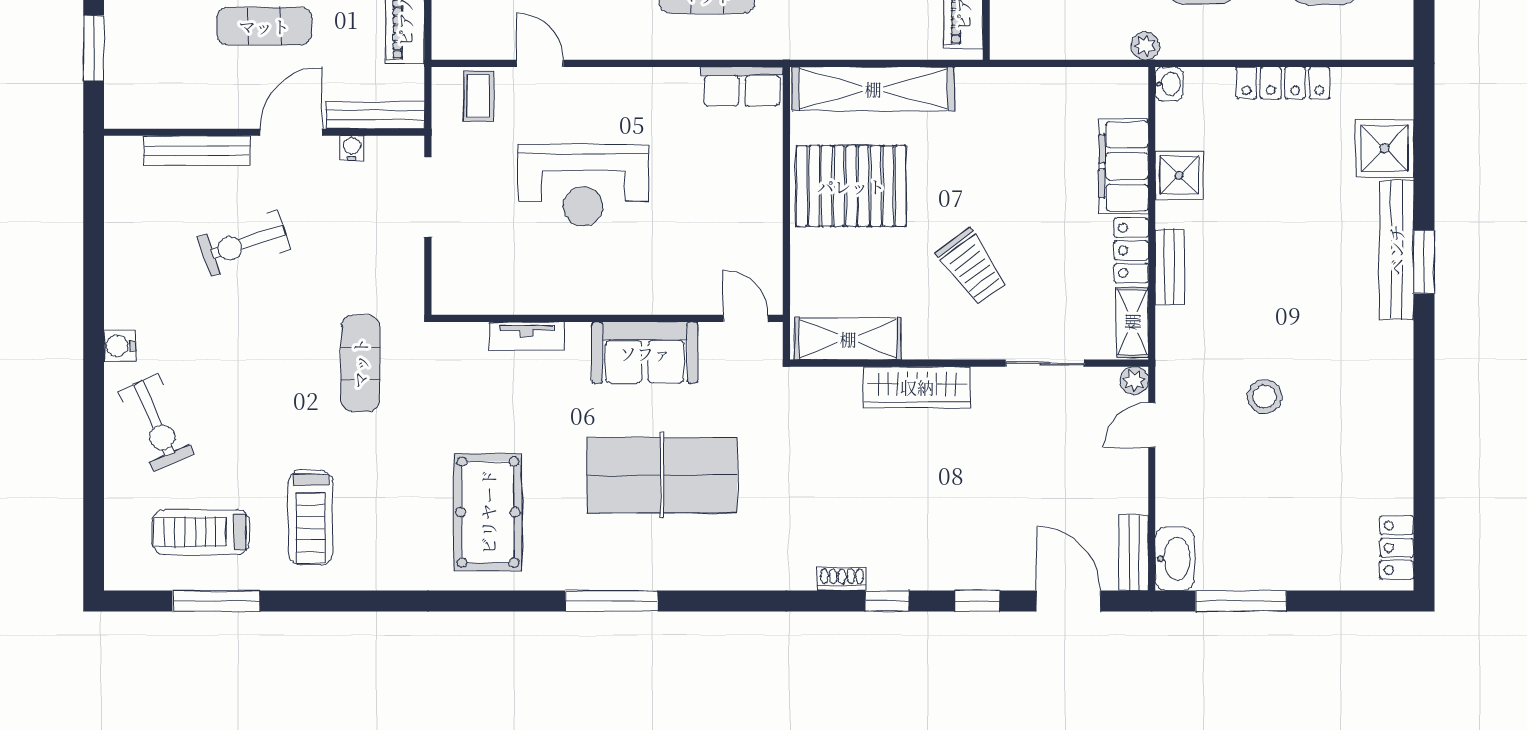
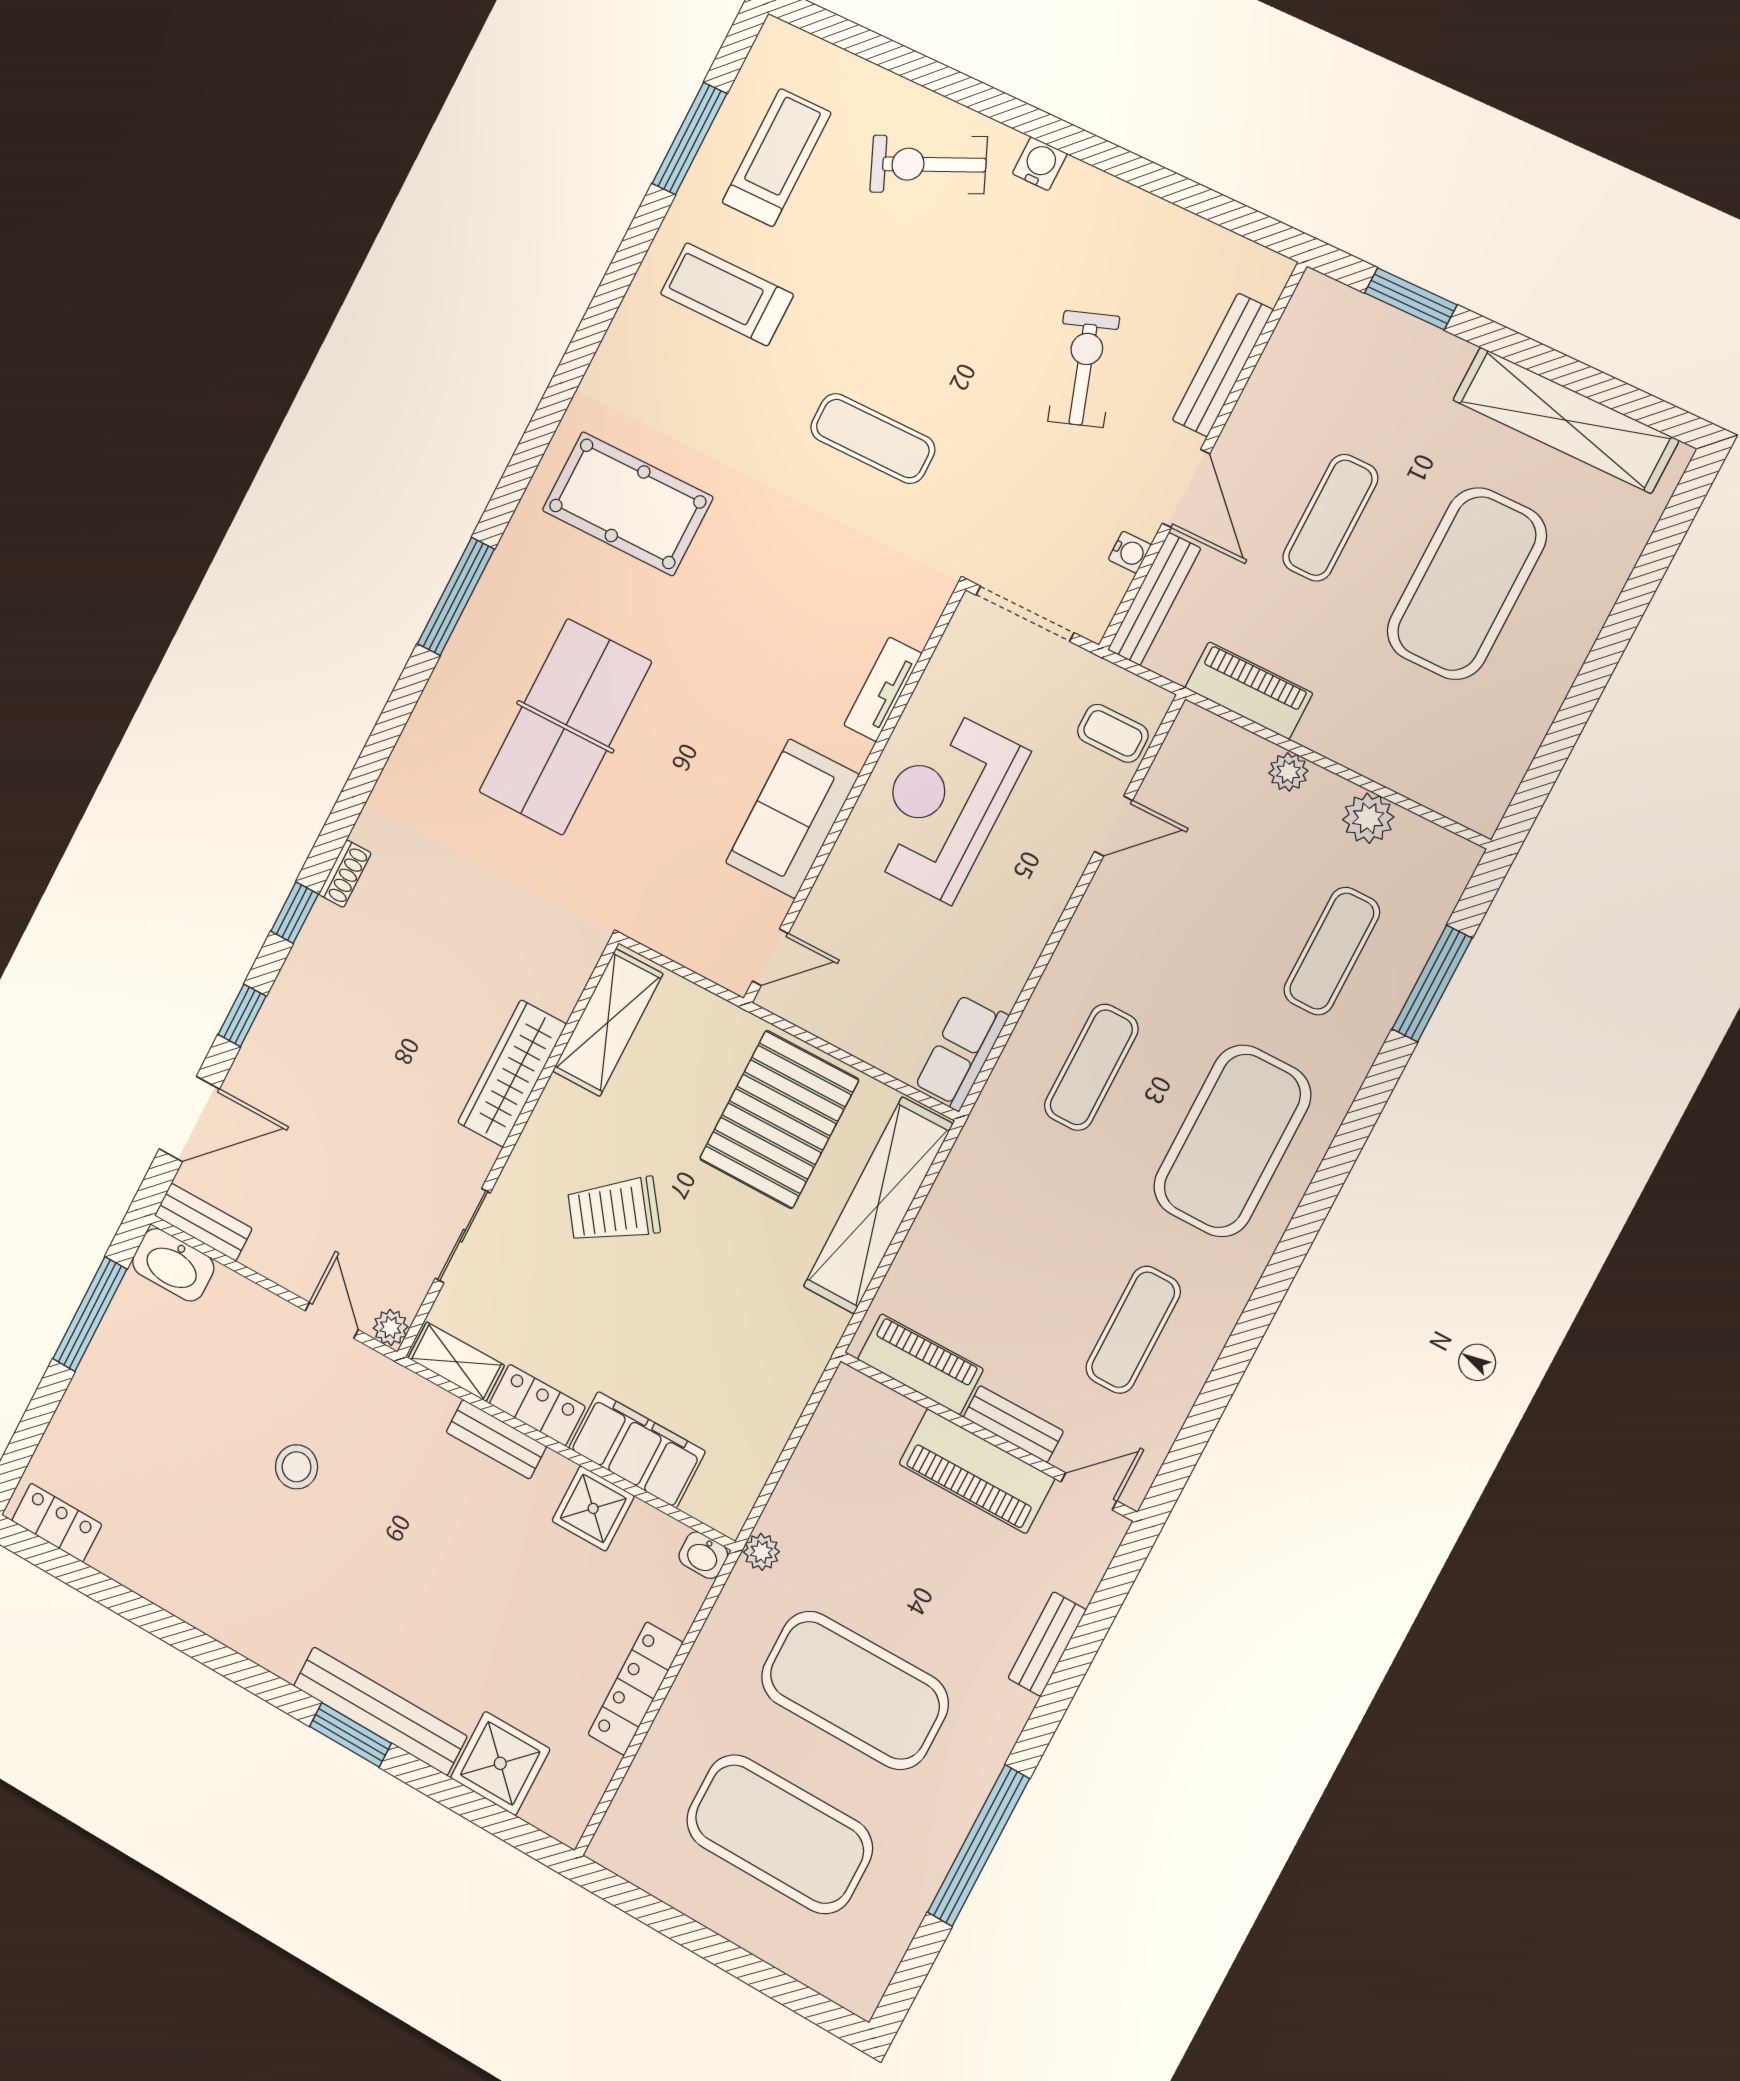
wall: (607, 318) -> (854, 795), moved
door: (746, 318) -> (770, 957), moved
tv unit: (527, 336) -> (883, 689), moved
sofa: (645, 353) -> (792, 819), moved

